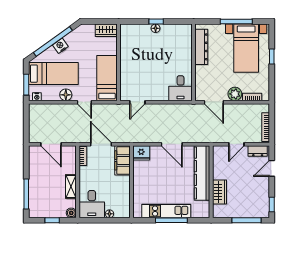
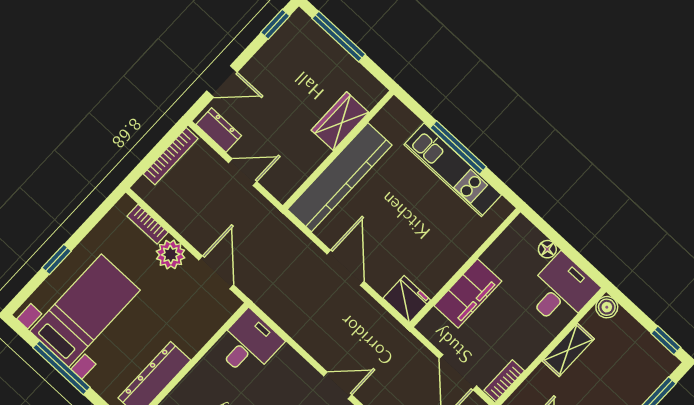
filing cabinet: (122, 160) -> (468, 293), moved
window: (52, 220) -> (666, 340), moved

